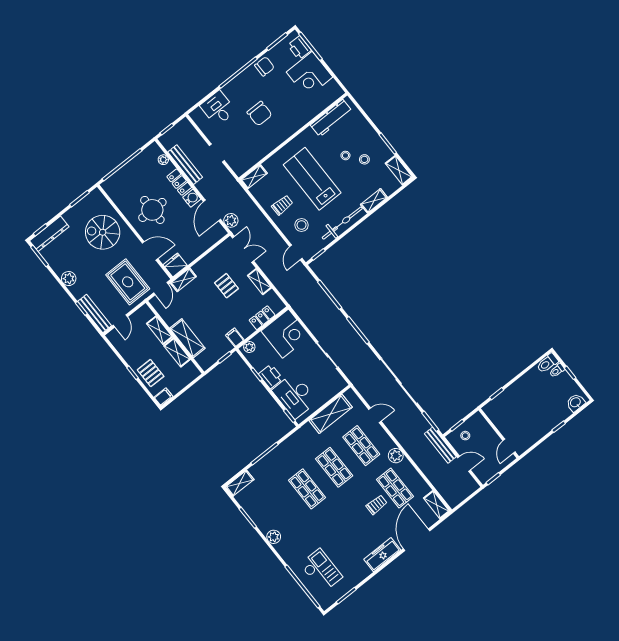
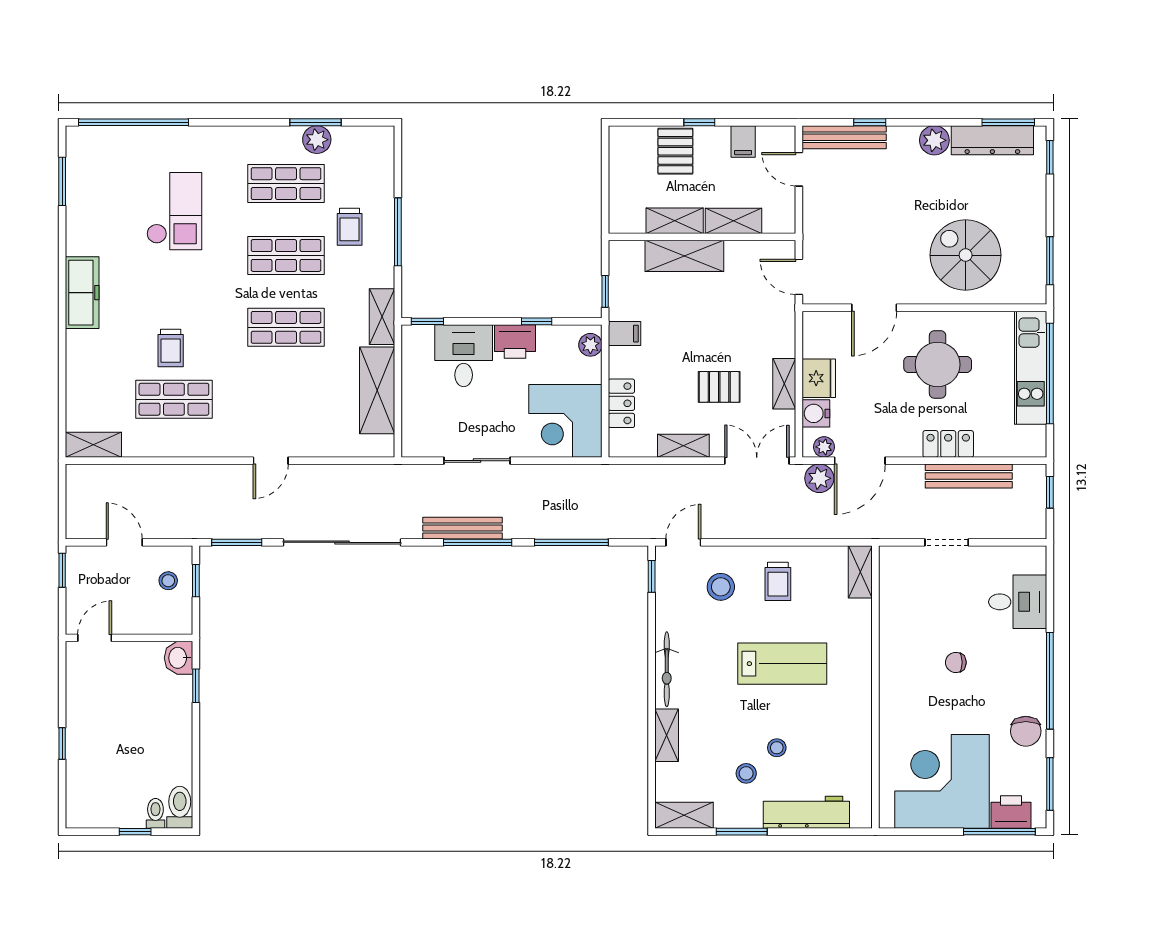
corner desk: (310, 75) -> (942, 781), width x1.36, depth x1.36
chair: (259, 113) -> (956, 662), width x0.54, depth x0.54
workbench: (331, 118) -> (806, 812), moved, turned 90
plant: (163, 160) -> (824, 447), moved
kitchen unit: (126, 174) -> (1031, 368), added
lab bench: (312, 179) -> (782, 664), width x0.73, depth x0.72
water cooler: (192, 198) -> (816, 413), moved, turned 90
door: (212, 210) -> (860, 461), swing flipped
bicycle: (342, 223) -> (667, 669), width x0.73, depth x0.71
spiral stairs: (103, 232) -> (966, 255), turned -90
dresser: (49, 234) -> (992, 140), moved, turned -90
double door: (243, 249) -> (757, 461), swing flipped
door: (296, 252) -> (683, 542), hinge flipped
fridge: (175, 265) -> (819, 378), moved
shelving: (183, 280) -> (784, 384), moved
rug: (128, 282) -> (853, 232), removed
pallet: (151, 373) -> (675, 151), turned 90
desk: (295, 396) -> (464, 356), width x0.73
filing cabinet: (163, 397) -> (743, 141), moved
washbasin: (576, 403) -> (179, 658), moved, turned 180
door: (375, 415) -> (271, 461), moved
bench: (440, 445) -> (462, 528), moved
shop shelf: (361, 446) -> (286, 184), moved
door: (509, 446) -> (95, 638), hinge flipped
plant: (396, 456) -> (225, 442), removed
door: (464, 464) -> (124, 542), swing flipped
trolley: (277, 473) -> (350, 227), added
shelving: (240, 483) -> (382, 317), moved
plant: (274, 537) -> (317, 140), moved
door: (417, 540) -> (62, 367), removed
checkout: (321, 571) -> (174, 211), moved, turned -90

